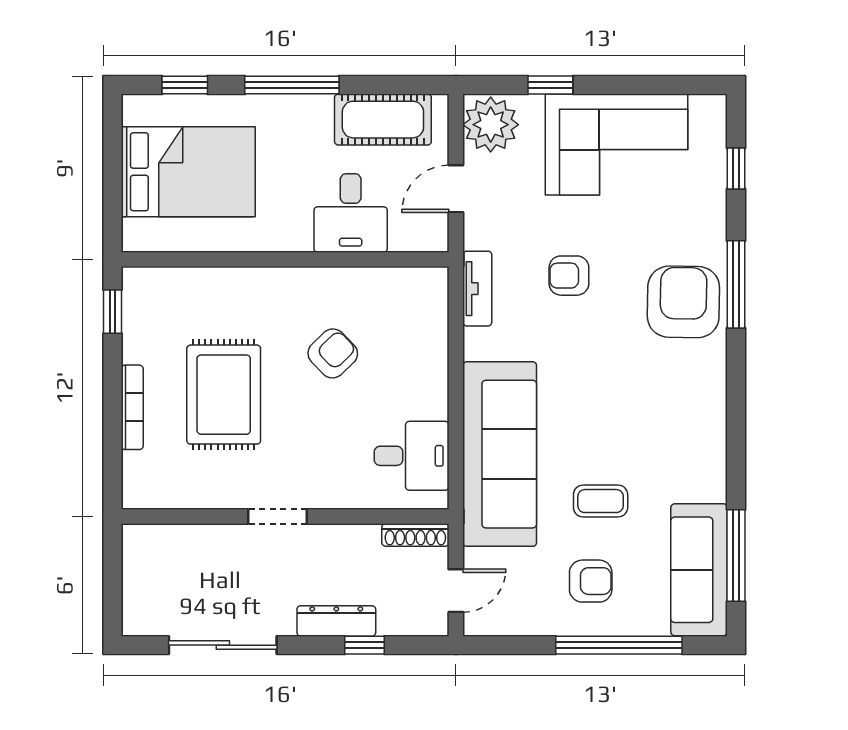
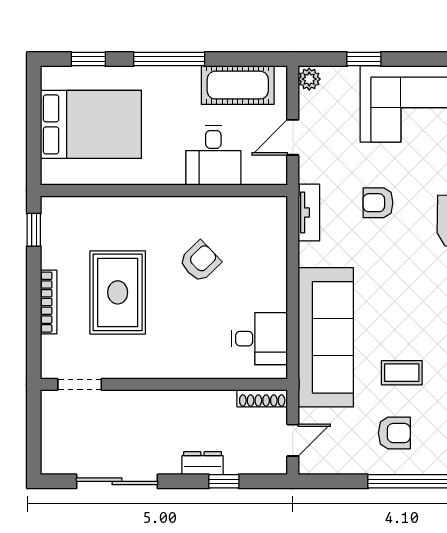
plant: (491, 125) -> (309, 79), width x0.53, depth x0.53
doorway: (278, 517) -> (80, 384), moved
dresser: (336, 621) -> (203, 463), width x0.70

